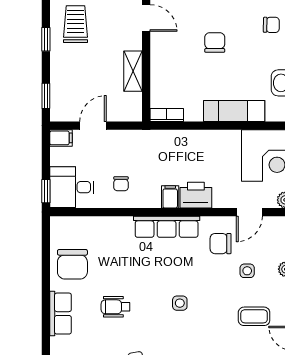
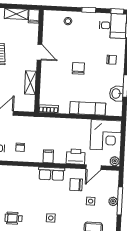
printer: (196, 195) -> (76, 157), moved
row of seats: (167, 227) -> (51, 174), width x0.68

